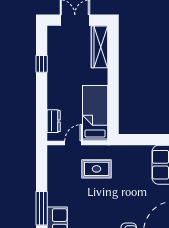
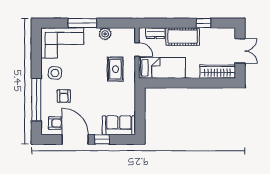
cot: (58, 89) -> (183, 37), added
plant: (54, 181) -> (105, 34), added

